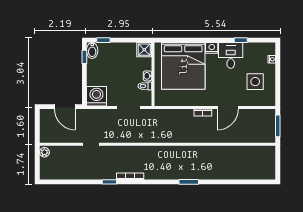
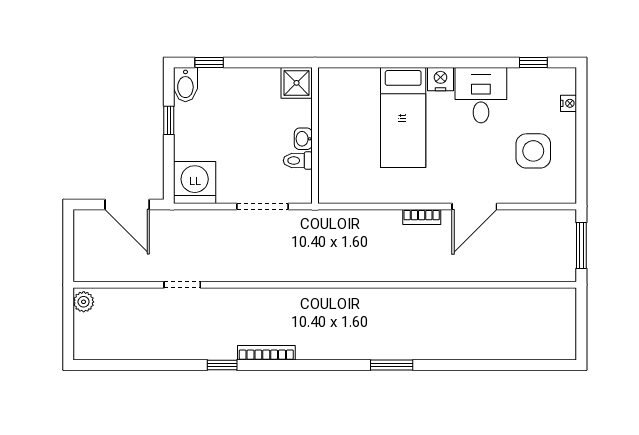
window: (241, 40) -> (533, 63), moved
window: (84, 57) -> (169, 120), moved
bed: (183, 66) -> (403, 118), width x0.49

